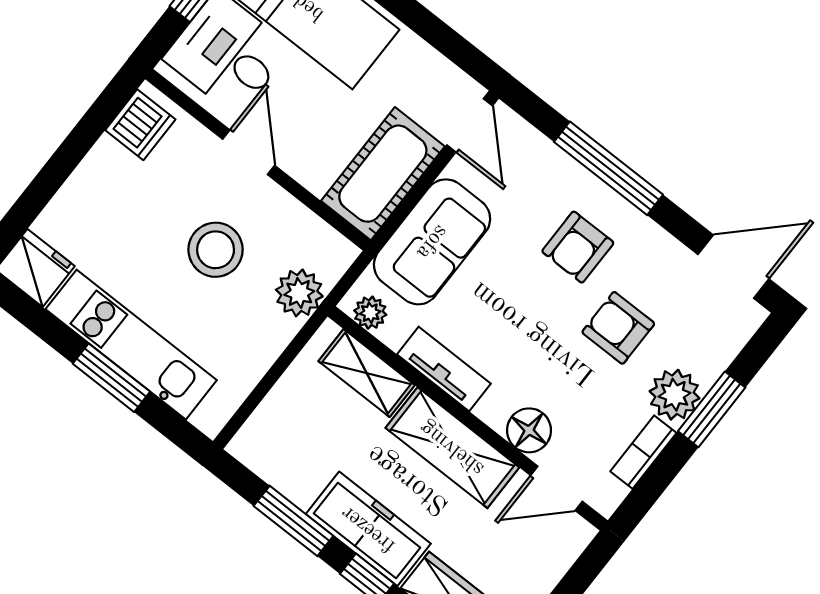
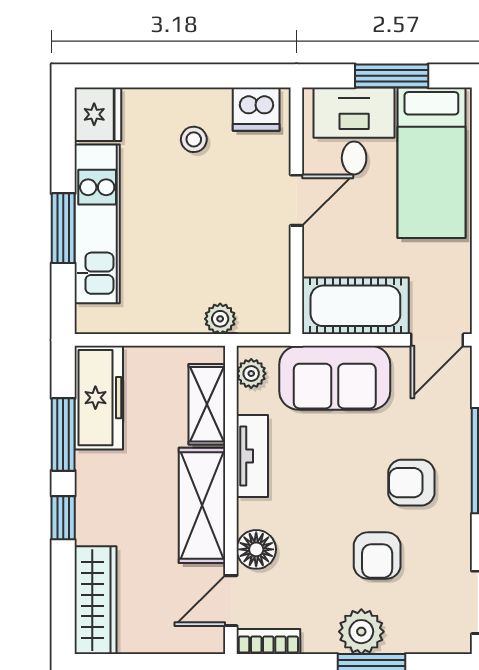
stool: (216, 250) -> (194, 139), moved, width x0.53, depth x0.53
plant: (299, 293) -> (220, 319), width x0.73, depth x0.73
armchair: (618, 328) -> (377, 555), turned 180
bookcase: (643, 452) -> (268, 641), moved
door: (557, 488) -> (231, 601), hinge flipped
freezer: (368, 529) -> (99, 398), moved

